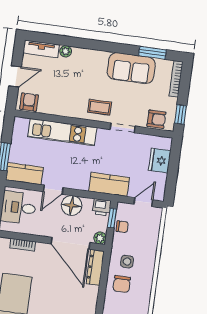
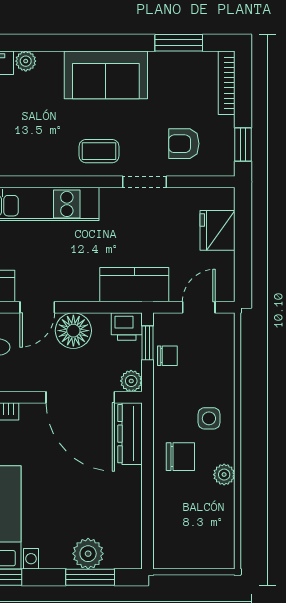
sofa: (131, 68) -> (106, 75), moved
armchair: (156, 119) -> (184, 144), moved, turned 180
side table: (127, 262) -> (209, 418), moved
chair: (122, 284) -> (180, 457), turned -90
plant: (145, 297) -> (224, 475), added

